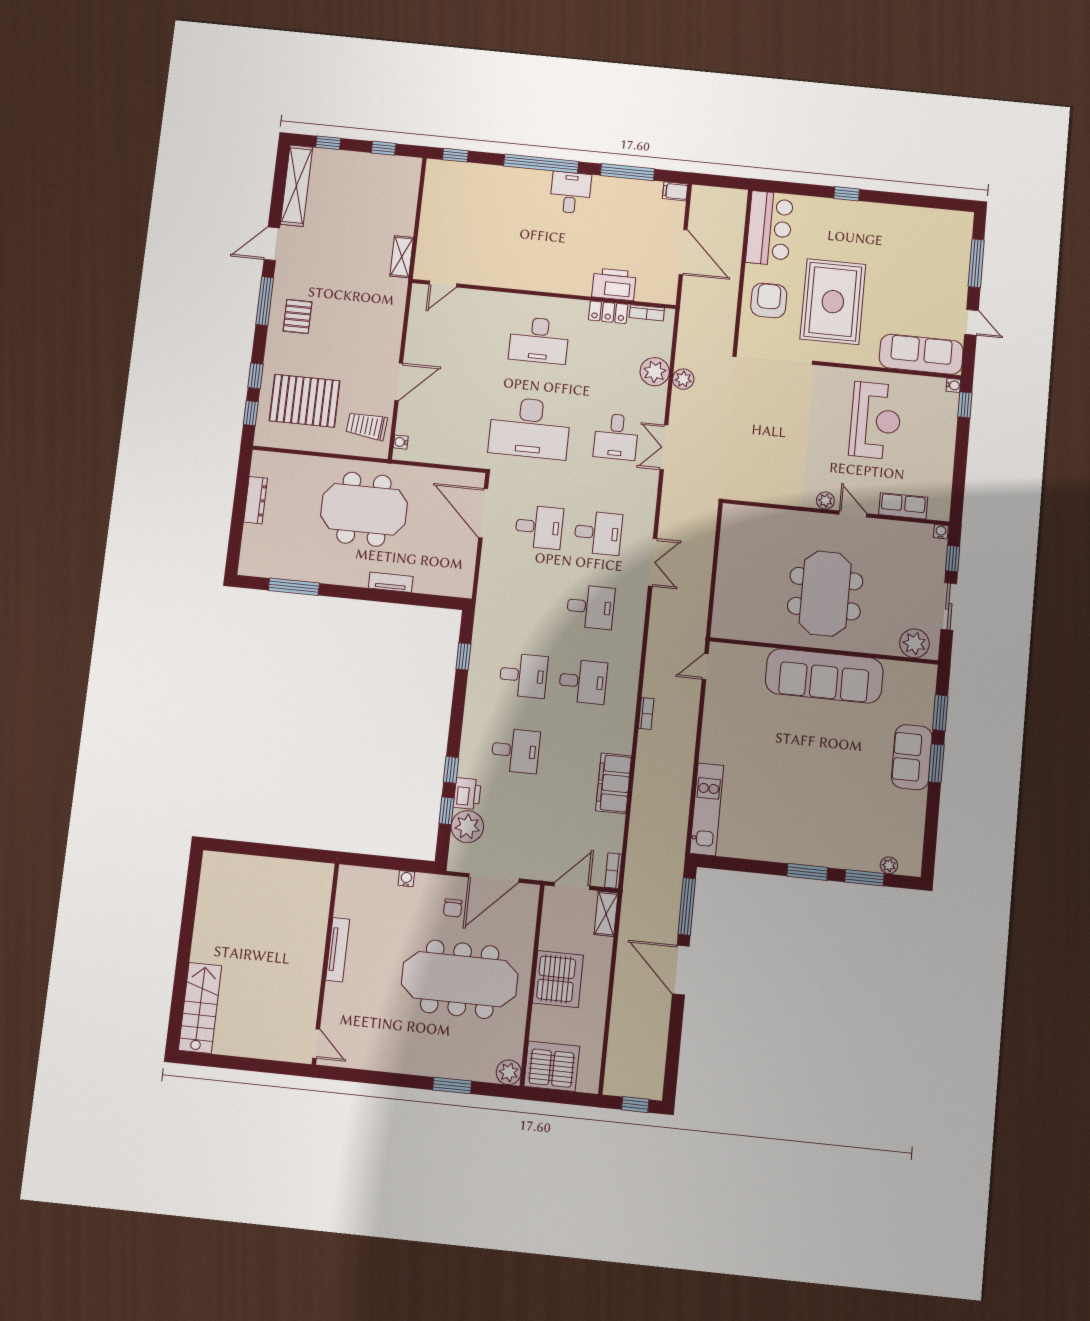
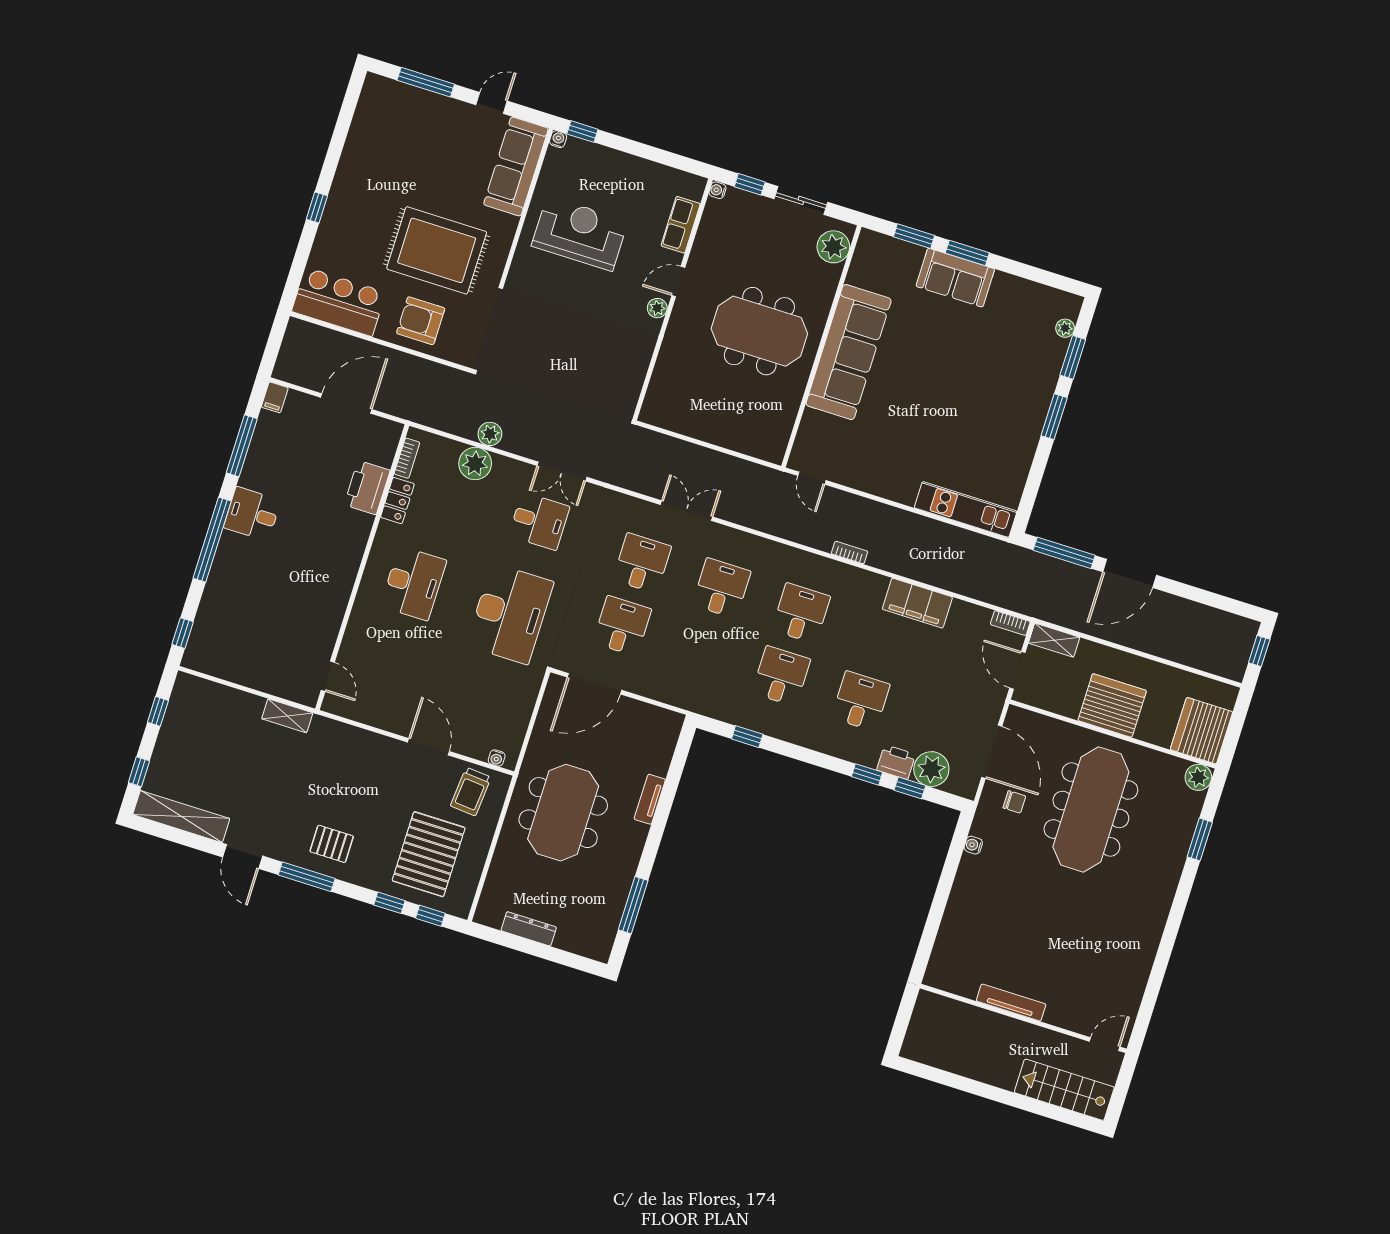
tv unit: (338, 950) -> (1011, 1003), moved
wall: (325, 964) -> (1023, 1018), moved
door: (316, 1044) -> (1105, 1044), moved

